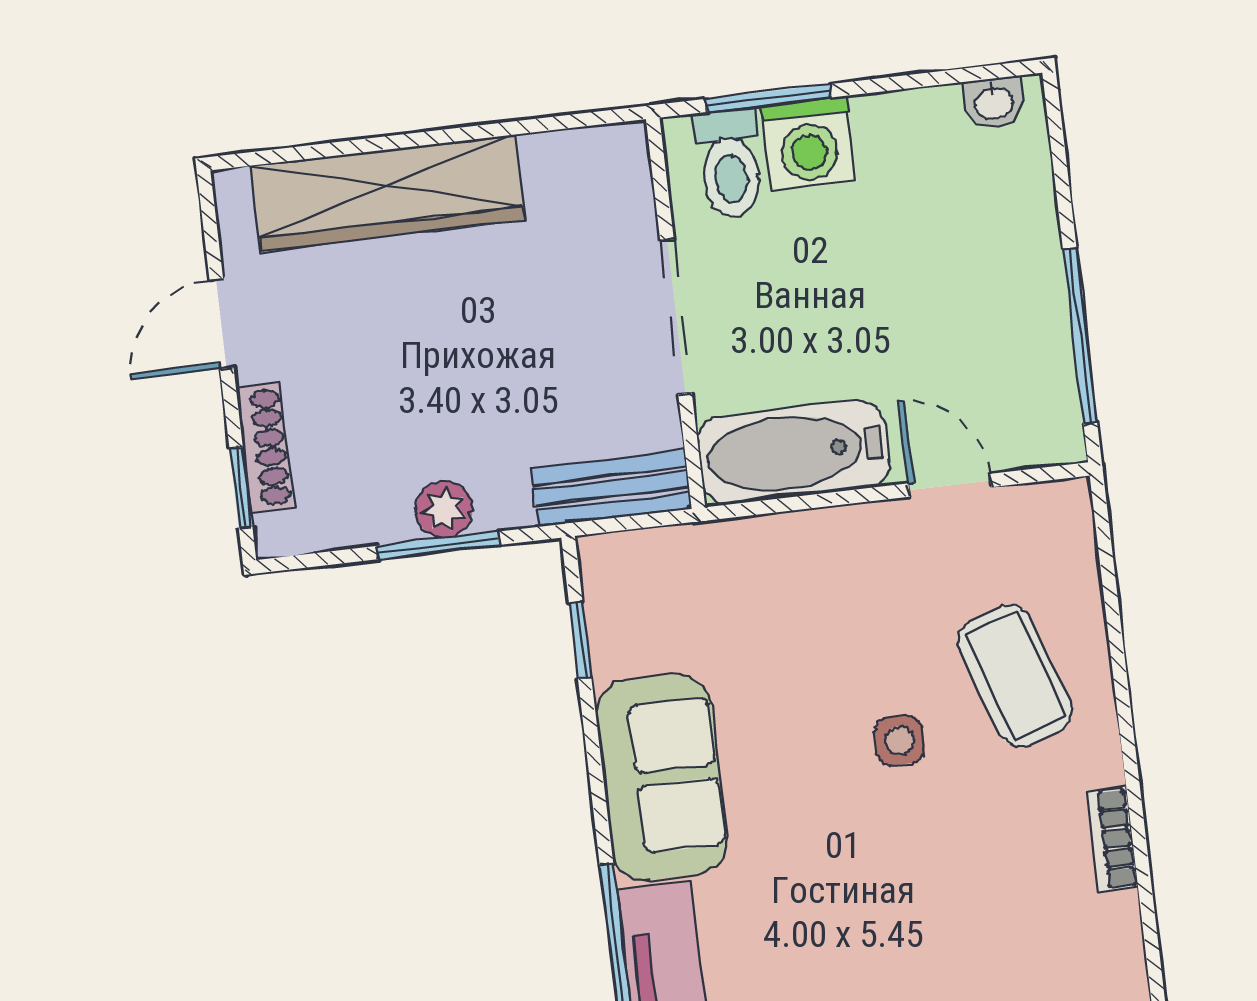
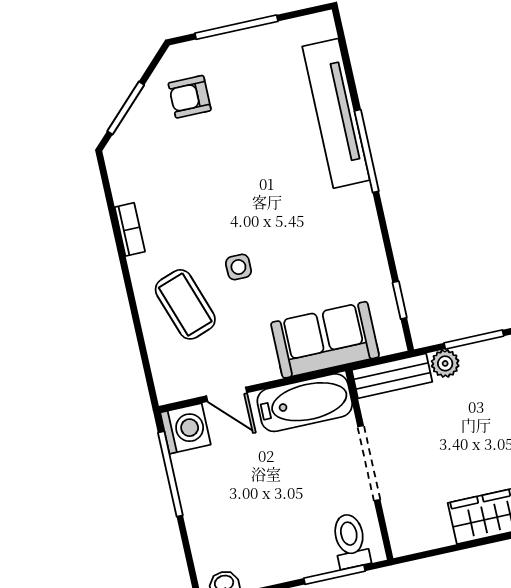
washing machine: (809, 144) -> (185, 429), moved, turned 90
plant: (444, 509) -> (445, 363), moved
sofa: (662, 777) -> (325, 340), moved, turned 90

